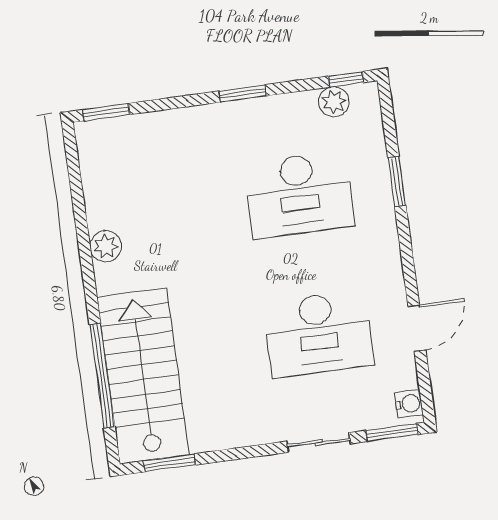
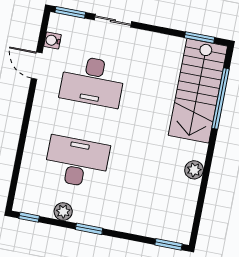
plant: (334, 102) -> (63, 212), moved
window: (397, 182) -> (20, 151), removed
door: (417, 328) -> (37, 66), hinge flipped
desk: (318, 334) -> (93, 81), turned 180
water cooler: (409, 404) -> (52, 40), moved

